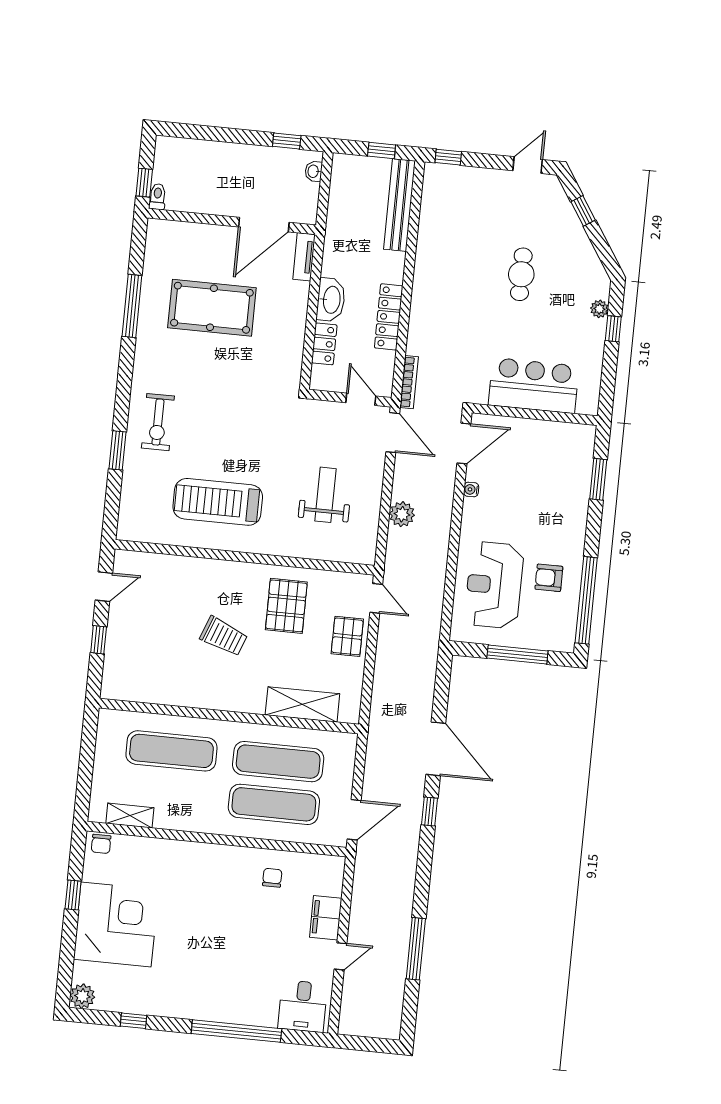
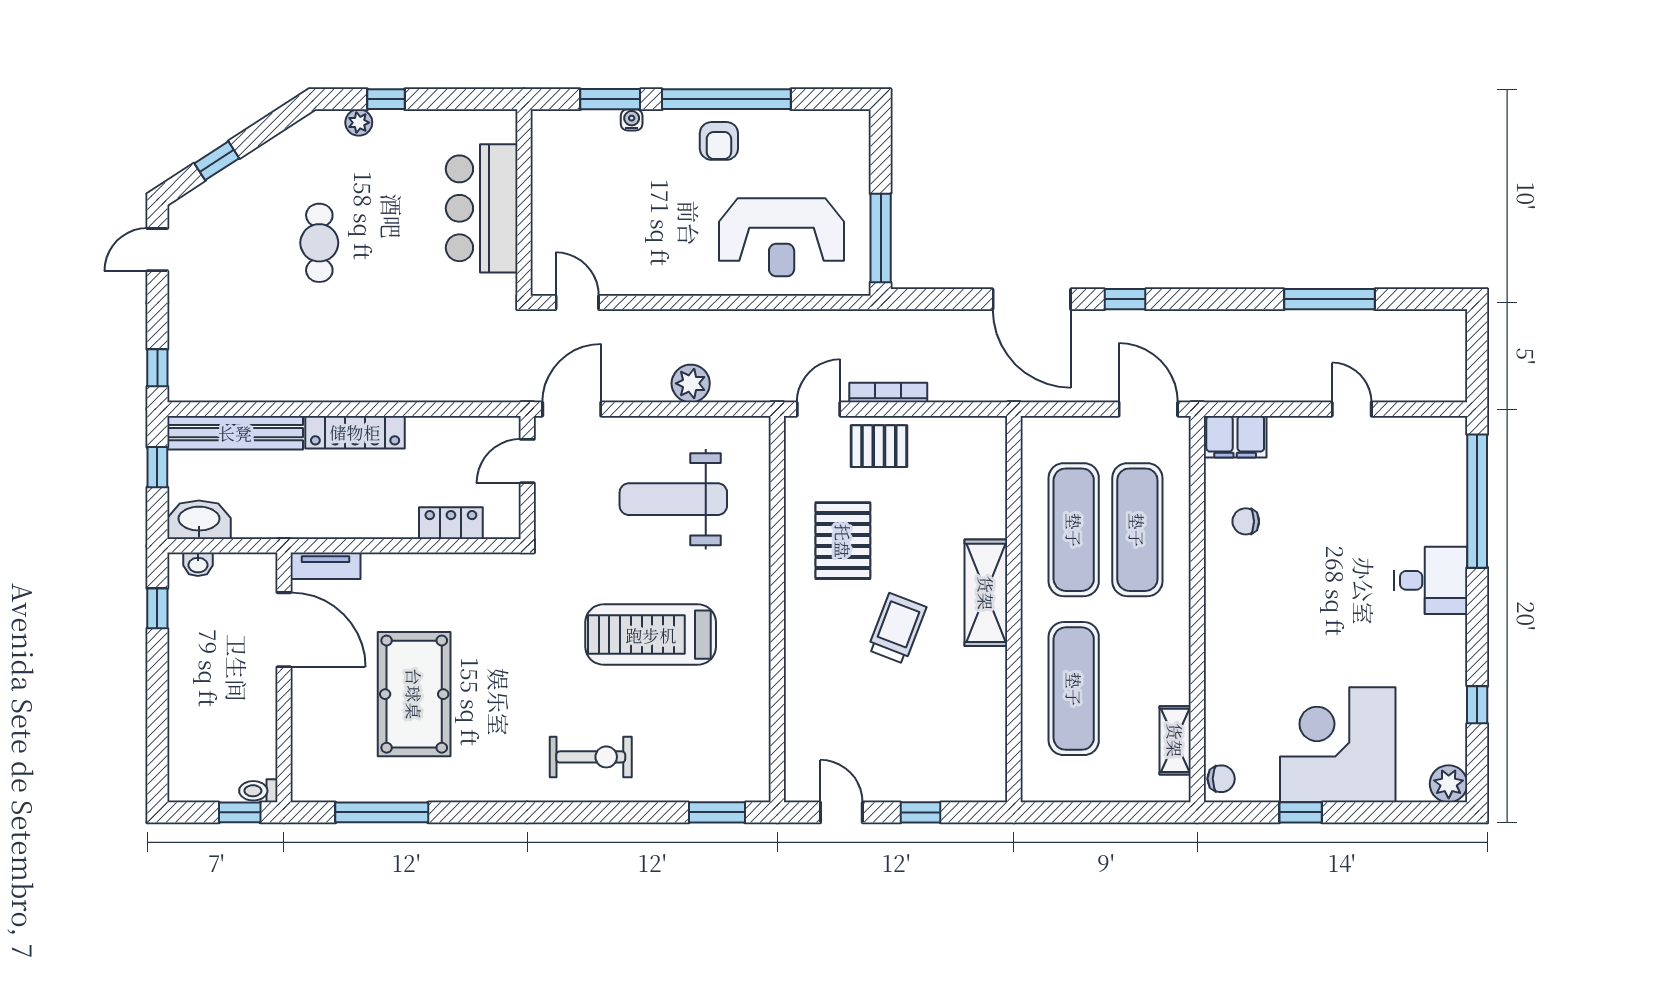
door: (528, 165) -> (157, 250), hinge flipped
cafe table: (521, 274) -> (319, 243), turned 90
washbasin: (331, 300) -> (199, 520), moved
window: (132, 306) -> (382, 812), moved
locker: (389, 317) -> (355, 432), moved
bookcase: (409, 382) -> (888, 393), moved
door: (464, 443) -> (577, 302), width x0.73
window: (117, 450) -> (717, 812), moved
water cooler: (471, 489) -> (632, 120), moved, turned 180
weight bench: (325, 495) -> (673, 499), width x1.36, depth x1.33
treadmill: (218, 502) -> (651, 635), moved, turned 90
armchair: (549, 578) -> (719, 141), moved
window: (586, 600) -> (726, 99), moved
pallet: (286, 606) -> (843, 541), turned 90
window: (517, 654) -> (881, 238), moved
shelving: (302, 704) -> (986, 593), moved
door: (436, 749) -> (1032, 299), swing flipped
filing cabinet: (326, 918) -> (1235, 437), moved
desk: (303, 1006) -> (1431, 580), moved
window: (236, 1031) -> (1477, 501), moved

